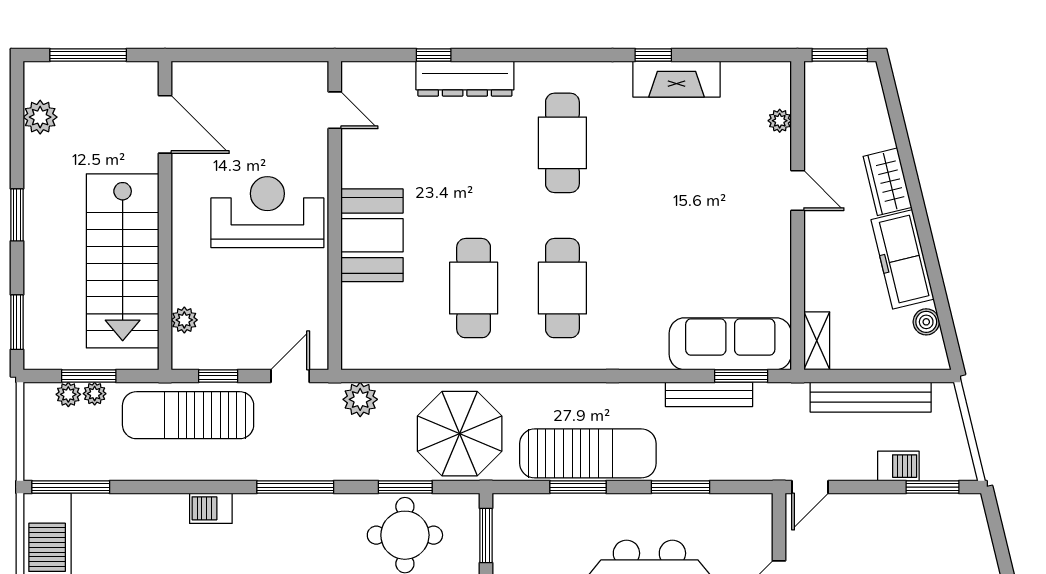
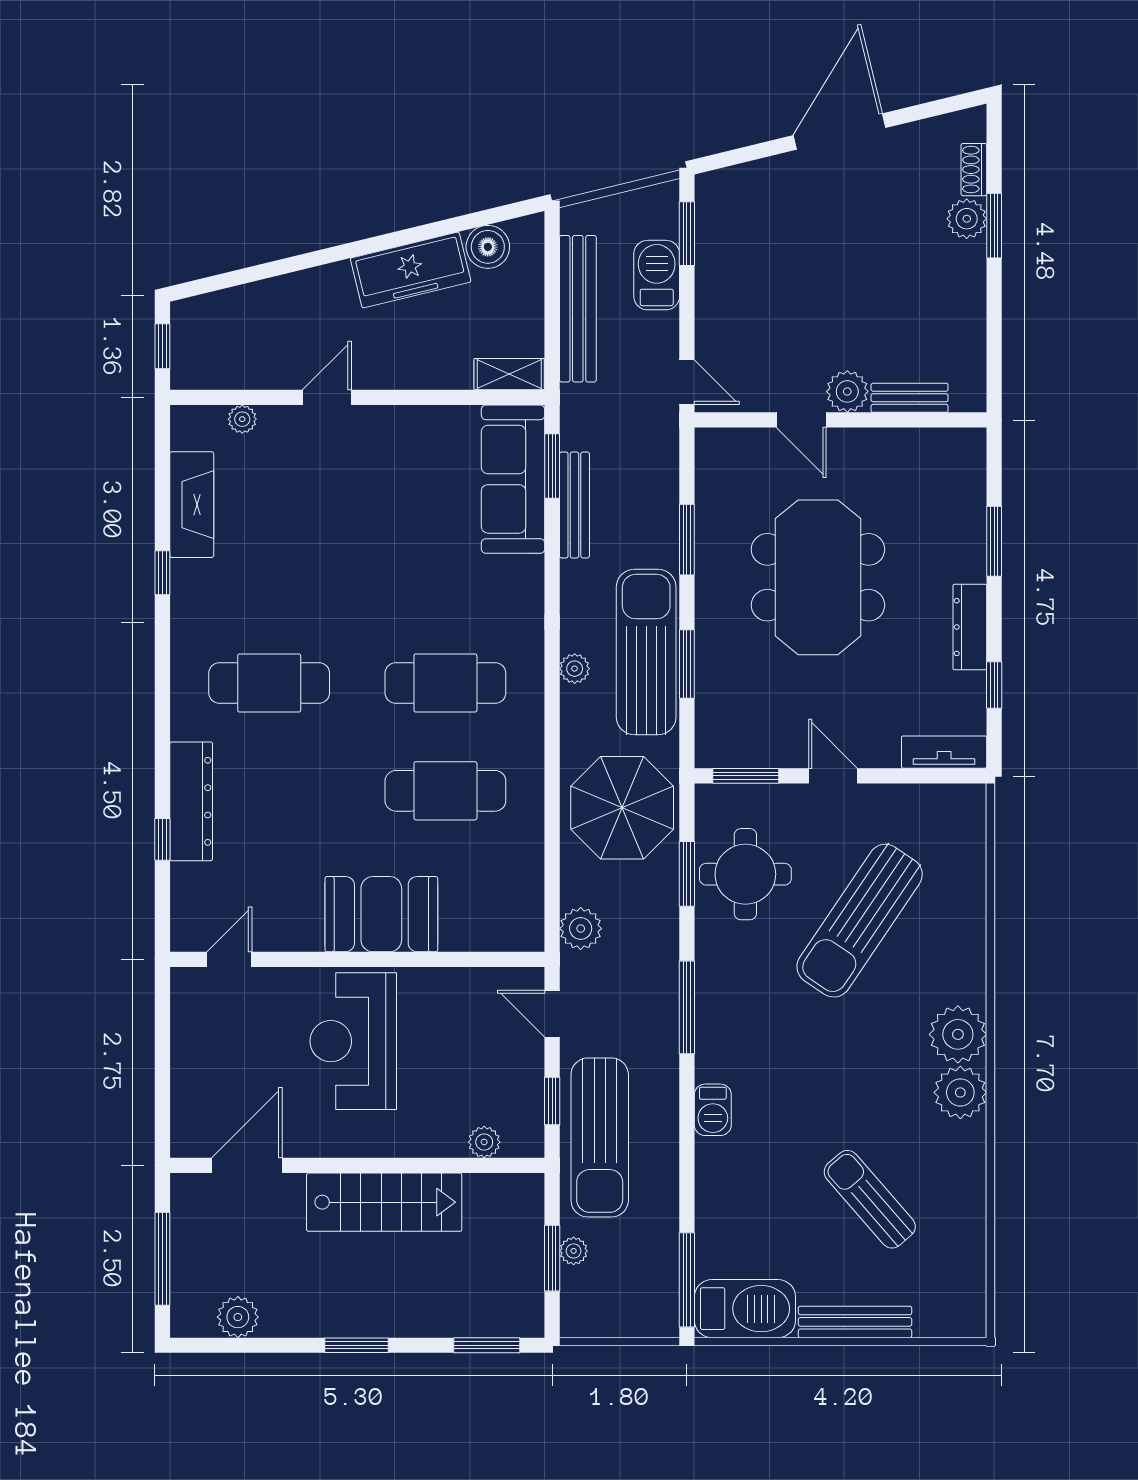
window: (840, 55) -> (162, 346), width x0.67
fireplace: (676, 79) -> (192, 505), moved
wardrobe: (887, 182) -> (316, 288), removed
stairs: (123, 261) -> (384, 1202), width x0.73, depth x0.66
boiler: (926, 322) -> (488, 247), width x1.36, depth x1.36
plant: (68, 394) -> (575, 669), moved
barbecue: (898, 466) -> (657, 275), width x1.38, depth x1.27

